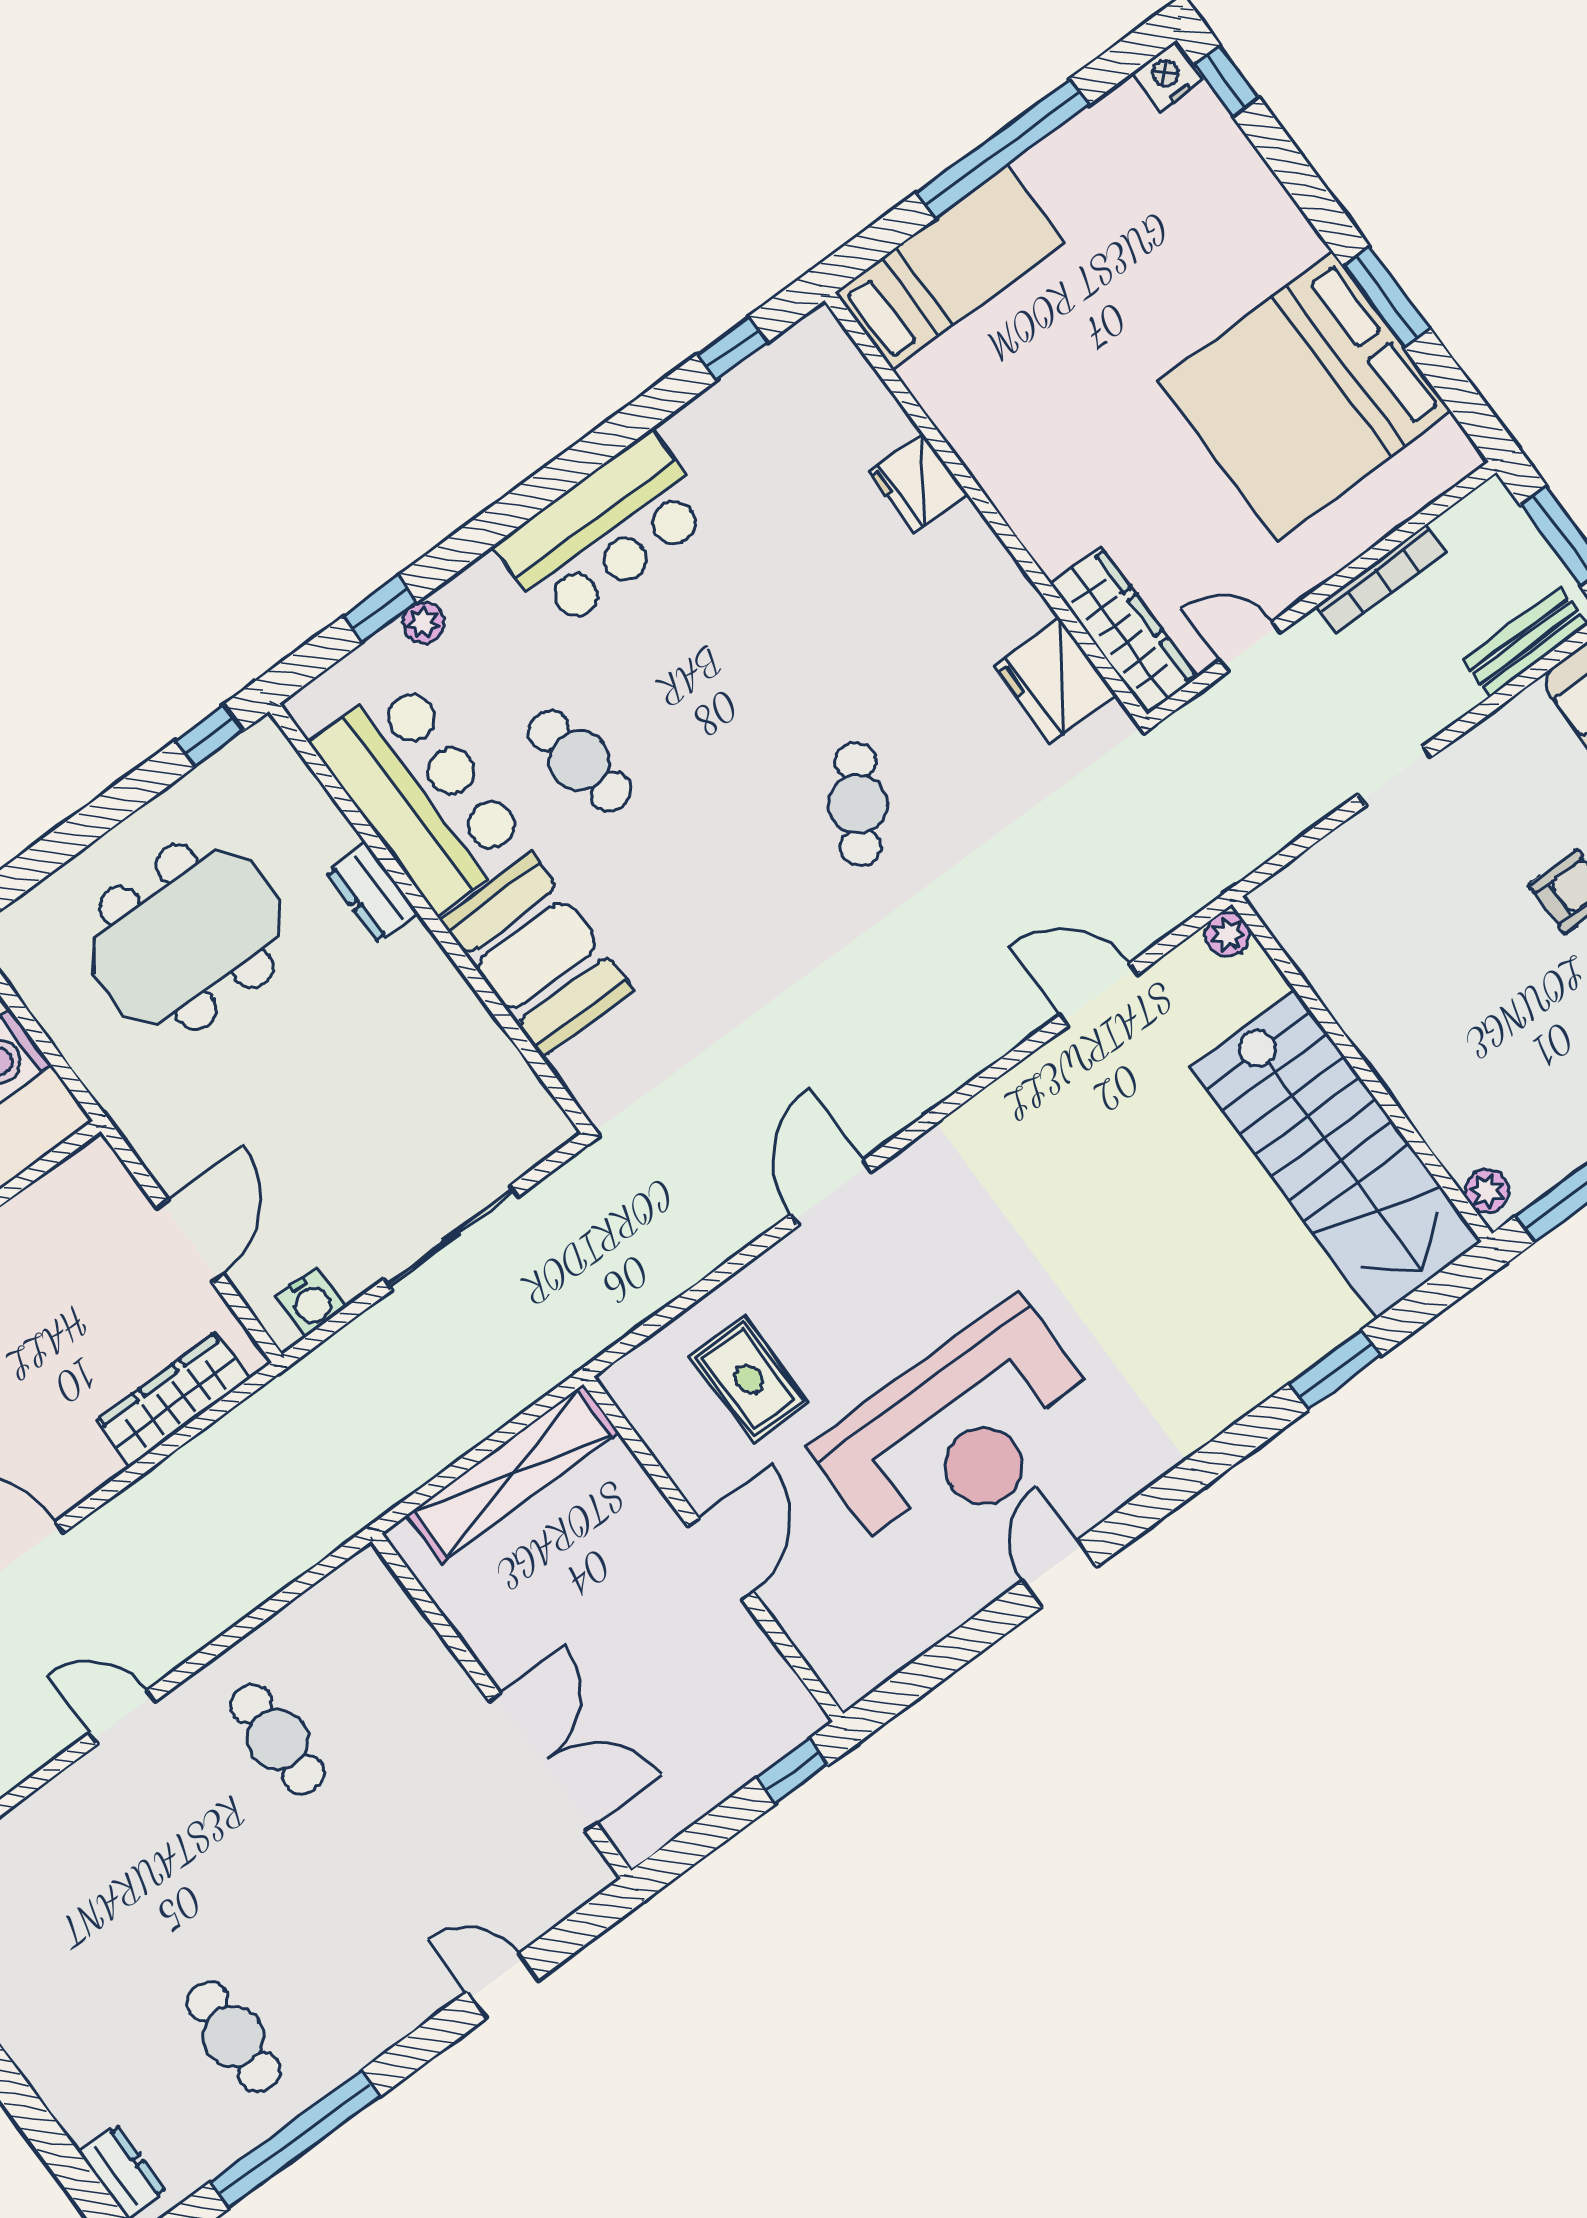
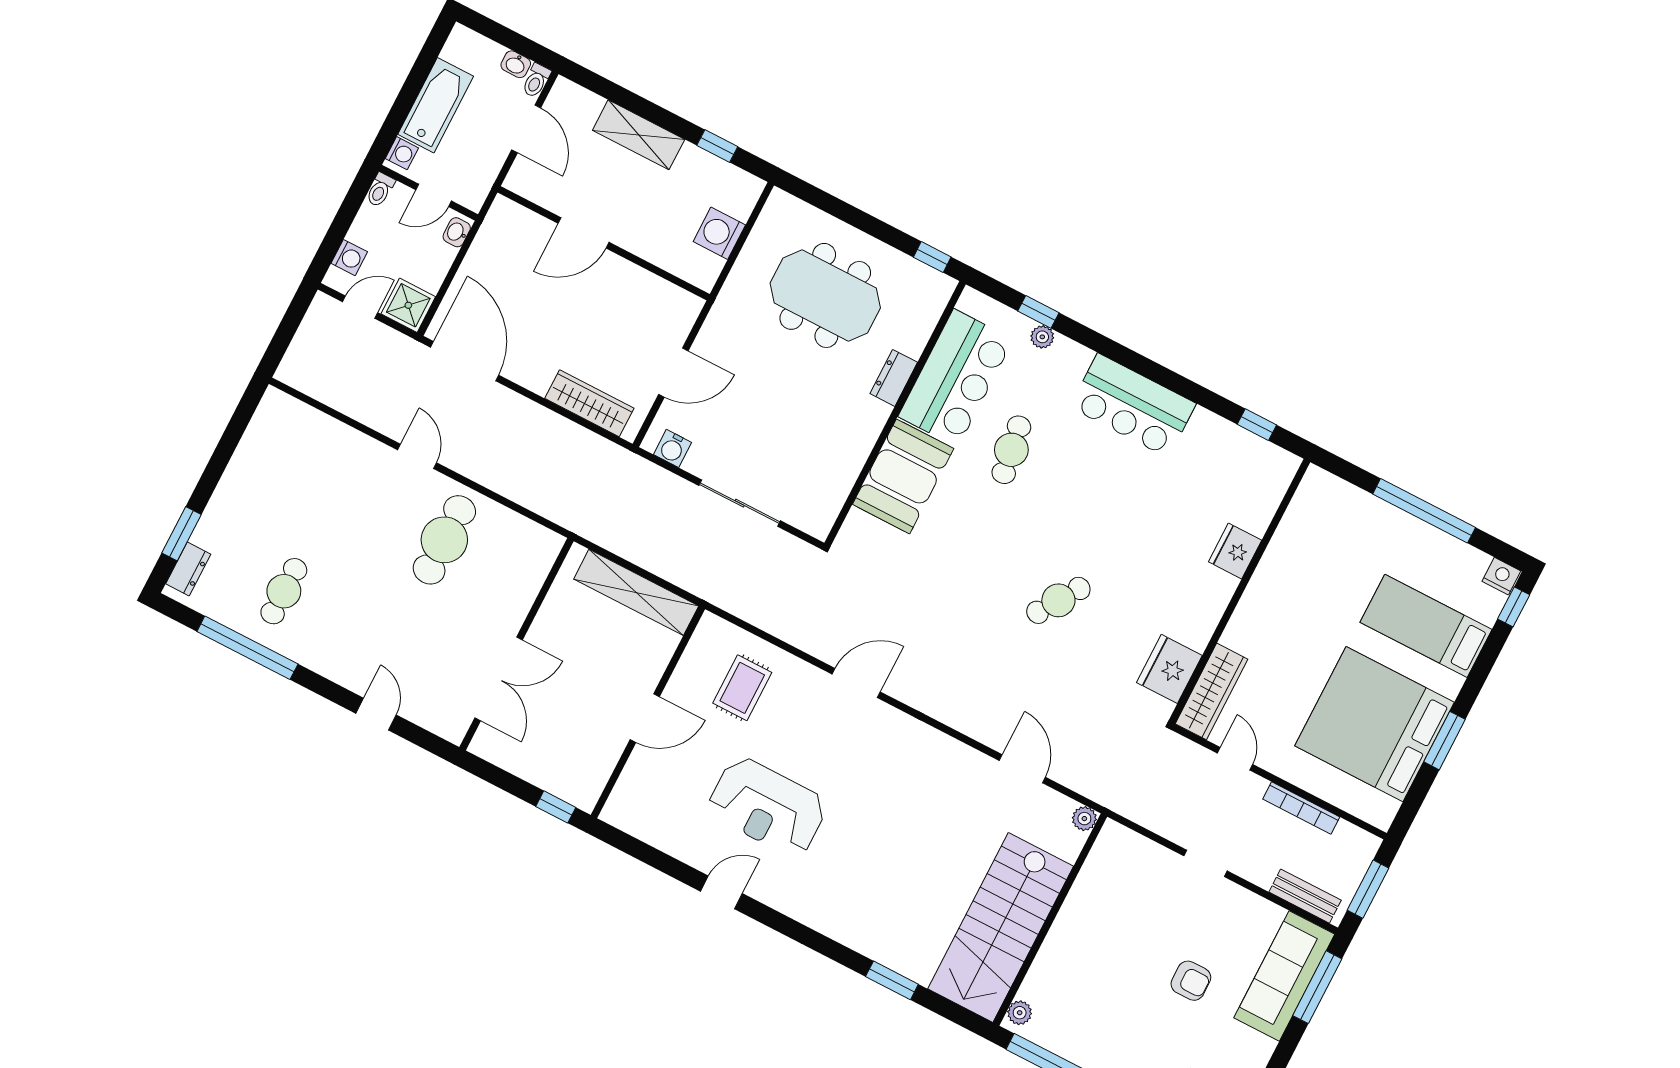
bed: (950, 267) -> (1426, 626), moved, turned 180
reception desk: (959, 1433) -> (767, 807), width x0.74, depth x0.77
cafe table: (277, 1739) -> (444, 540), width x1.37, depth x1.35
window: (61, 2155) -> (181, 534), added

